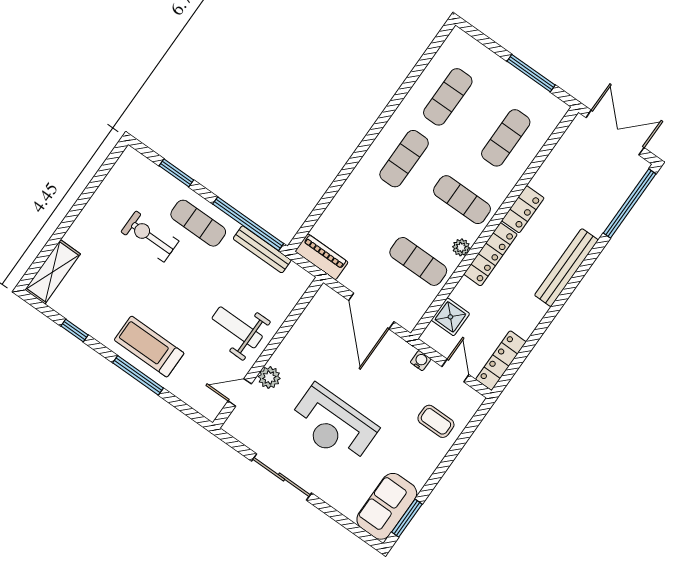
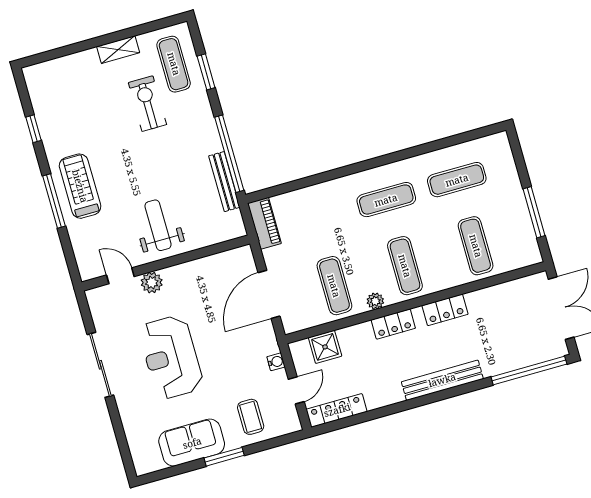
exercise mat: (506, 138) -> (476, 246), turned 90
exercise mat: (198, 223) -> (174, 64), moved
locker: (490, 254) -> (393, 324), width x0.66
shelving: (53, 272) -> (118, 50), moved, width x0.67, depth x0.75
sofa: (387, 506) -> (192, 443), moved
window: (407, 518) -> (224, 457), moved

